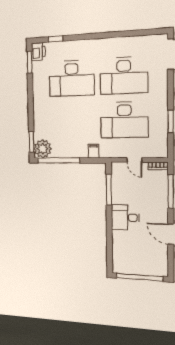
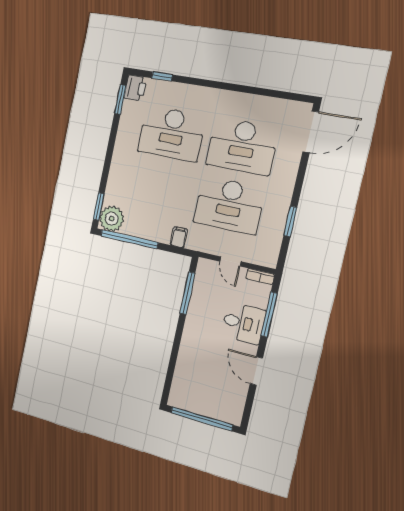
desk: (125, 217) -> (243, 323), moved, turned 180

